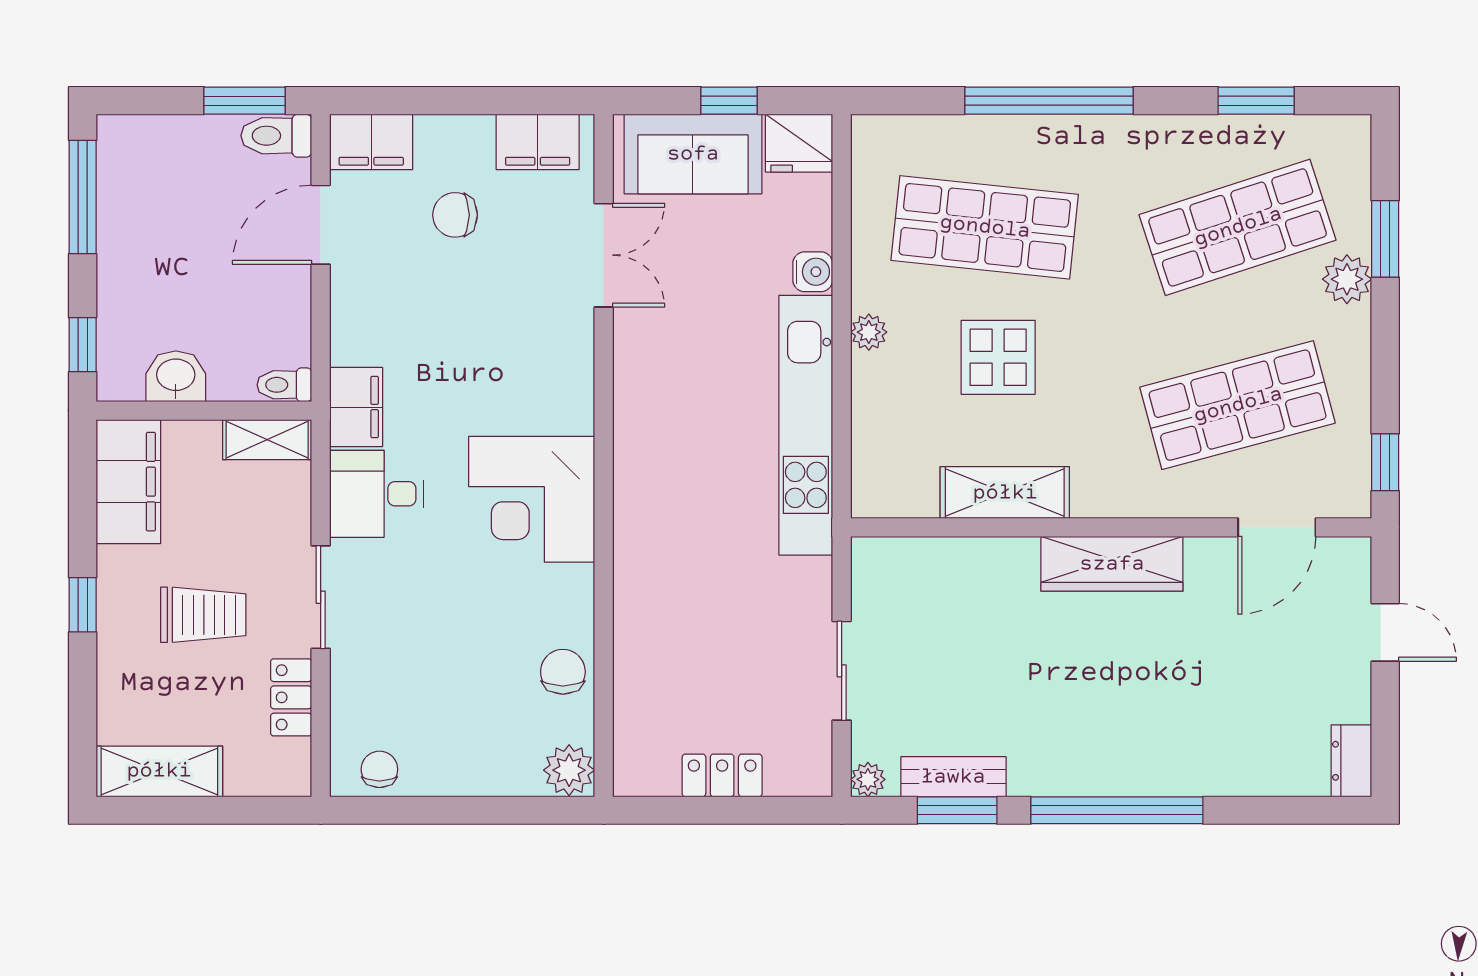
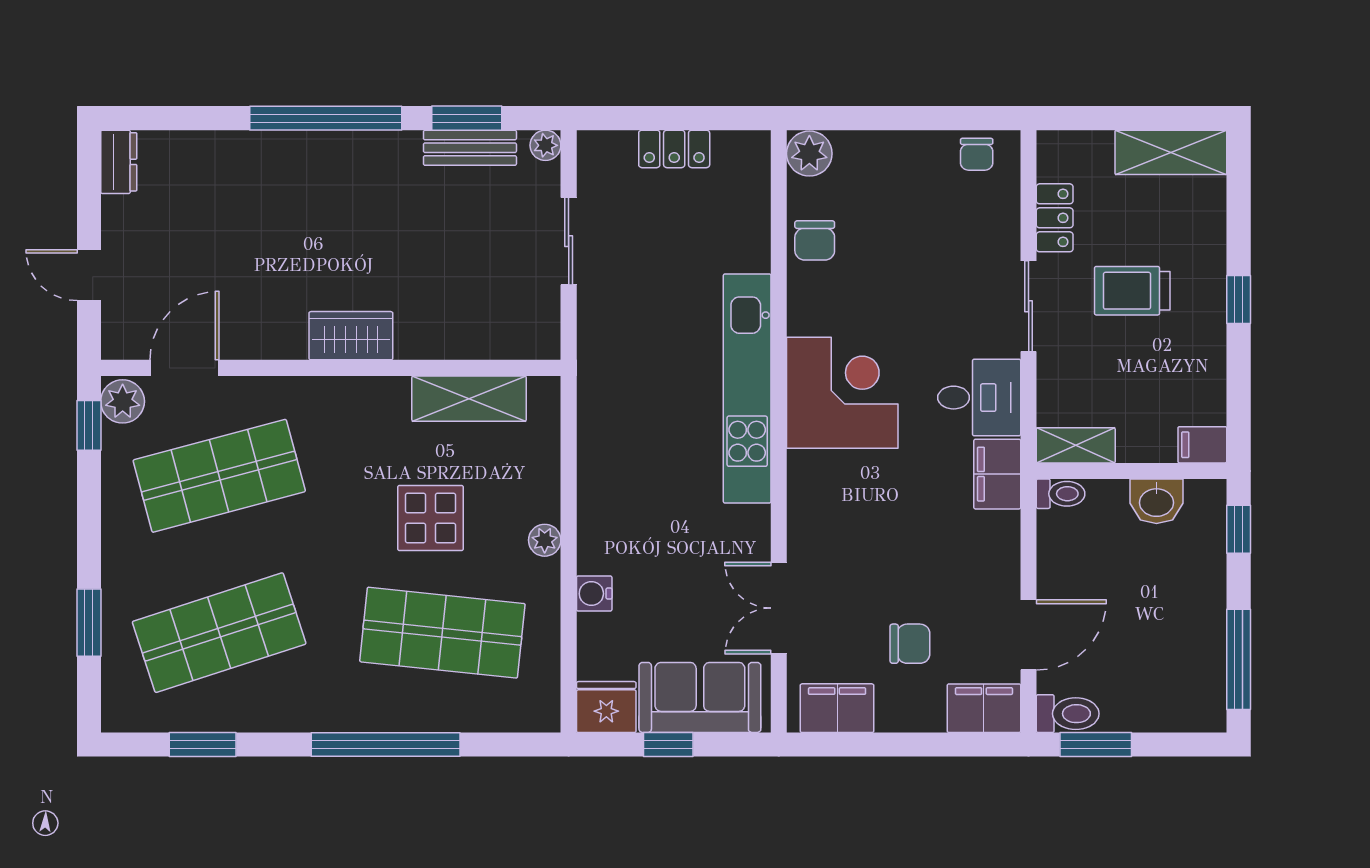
plant: (1347, 279) -> (123, 401), moved
kitchen unit: (806, 425) -> (747, 388), moved, turned 180
filing cabinet: (128, 482) -> (1202, 445), width x0.33, depth x0.86
shelving: (1005, 493) -> (469, 399), moved
wardrobe: (1112, 564) -> (351, 336), width x0.67

